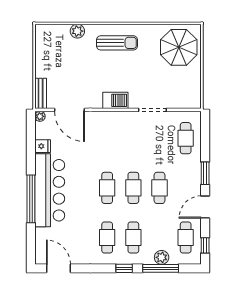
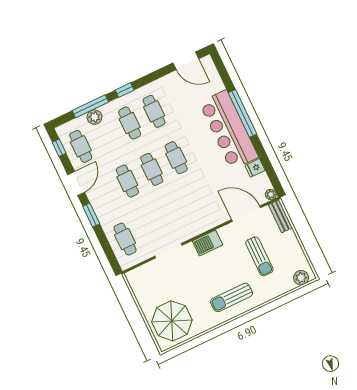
plant: (77, 31) -> (301, 278), moved
sun lounger: (76, 67) -> (259, 256), added

